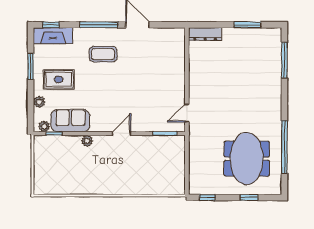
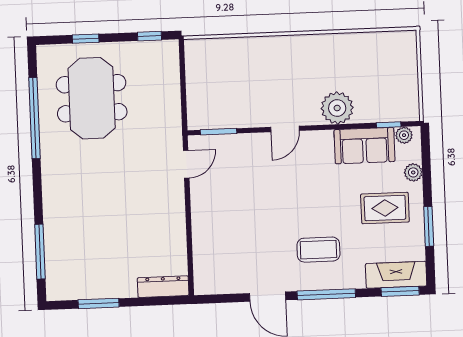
window: (51, 25) -> (400, 291), width x1.50
plant: (87, 141) -> (337, 108), width x1.87, depth x1.87

